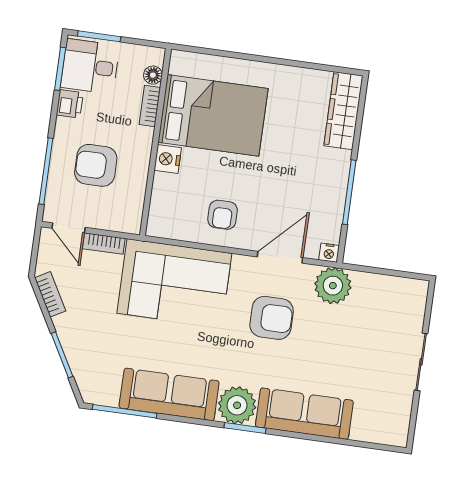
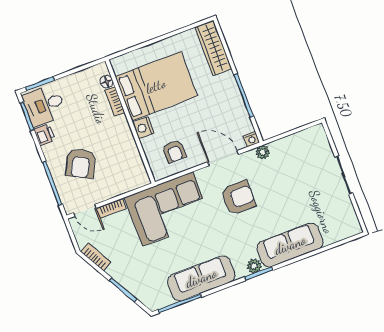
floor lamp: (153, 75) -> (106, 82), moved
bookcase: (150, 106) -> (115, 101), moved
bed: (213, 115) -> (156, 86), moved
wall: (155, 142) -> (130, 121), moved
nightstand: (168, 159) -> (143, 128), moved
armchair: (96, 165) -> (81, 163), turned -63
door: (280, 257) -> (223, 158), hinge flipped
plant: (333, 286) -> (263, 152), width x0.53, depth x0.53
plant: (237, 405) -> (254, 266), width x0.53, depth x0.53

